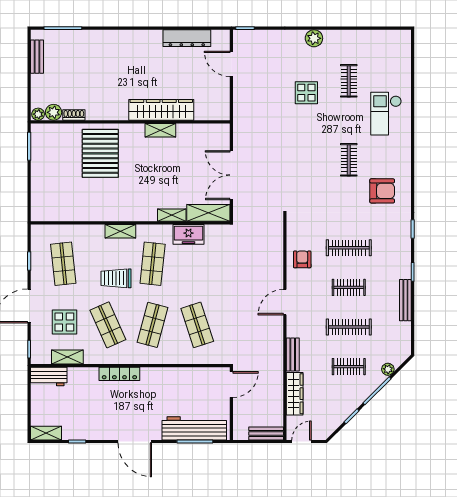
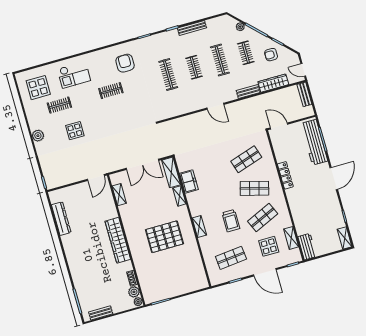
display table: (382, 58) -> (38, 88), added
door: (231, 64) -> (96, 177), moved
wardrobe: (161, 110) -> (118, 240), moved
shelving: (160, 130) -> (119, 195), moved
pallet: (100, 153) -> (164, 237), moved
armchair: (302, 259) -> (271, 55), moved
shop shelf: (153, 264) -> (215, 200), removed
locker: (119, 374) -> (285, 175), moved

